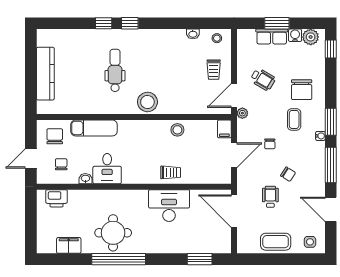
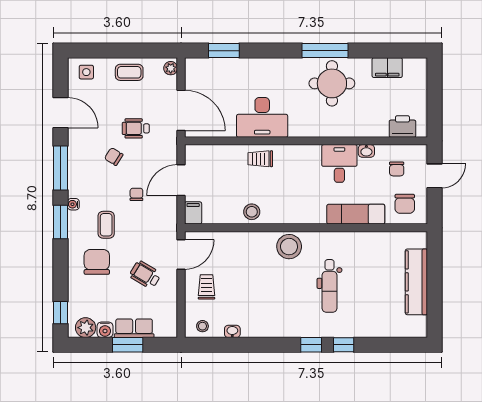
plant: (242, 113) -> (171, 68), moved
wheelchair: (270, 197) -> (136, 128), turned 90
coffee table: (276, 242) -> (129, 72), width x0.73, depth x0.77
window: (119, 259) -> (325, 51), width x0.68

